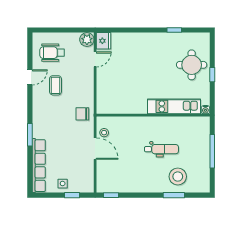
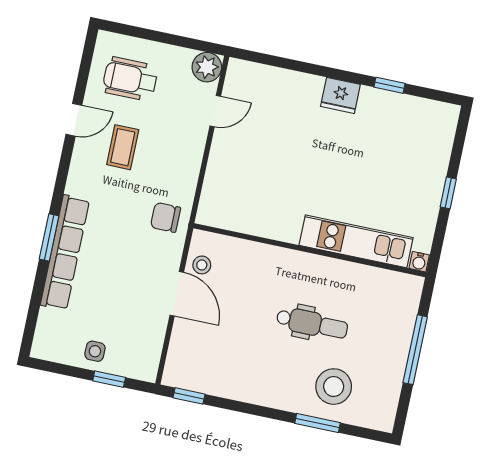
fridge: (104, 41) -> (340, 95), moved, turned 90
round table: (192, 65) -> (410, 164), removed
row of seats: (39, 166) -> (65, 252), moved

